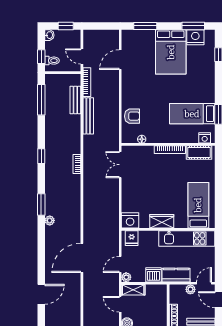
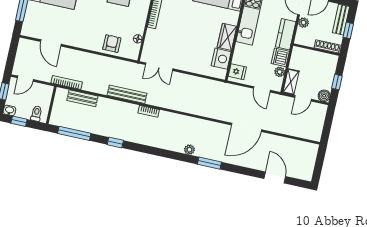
door: (82, 56) -> (25, 79), moved
window: (41, 57) -> (19, 121), moved
bench: (88, 116) -> (127, 94), moved
window: (41, 156) -> (115, 142), moved
window: (41, 204) -> (209, 163), moved
plant: (50, 220) -> (189, 150), moved
nightstand: (130, 220) -> (221, 59), moved
door: (82, 258) -> (246, 127), hinge flipped
plant: (126, 277) -> (280, 72), moved

